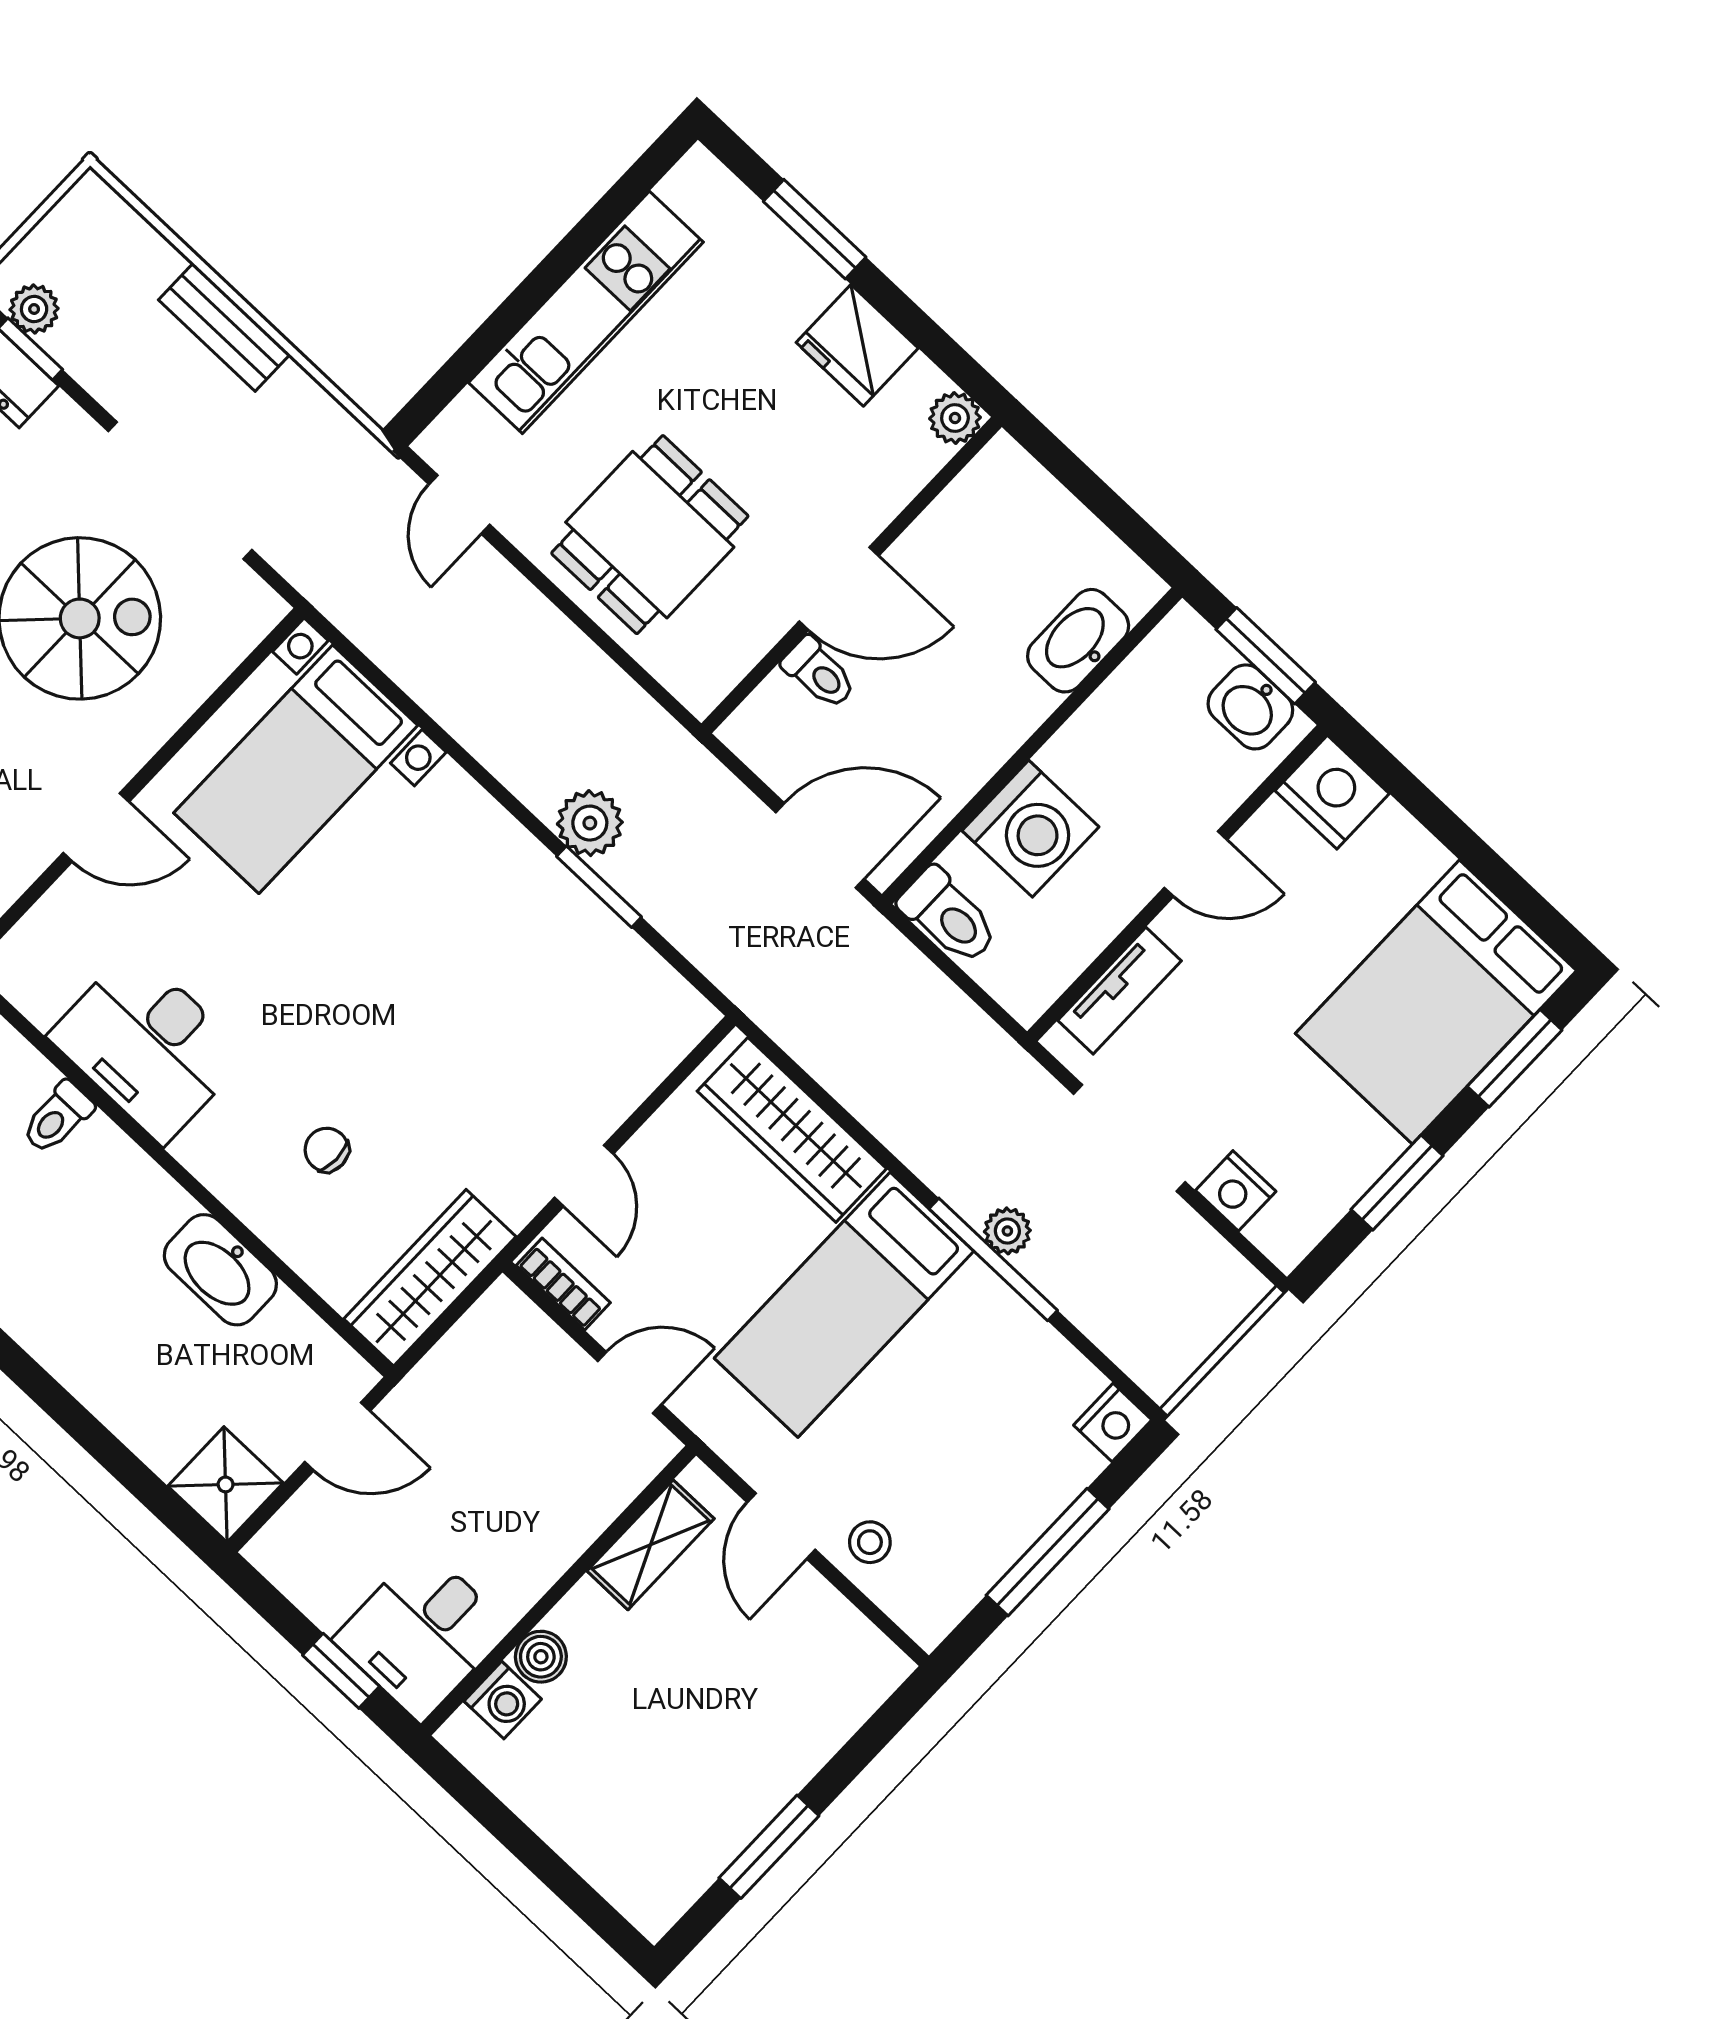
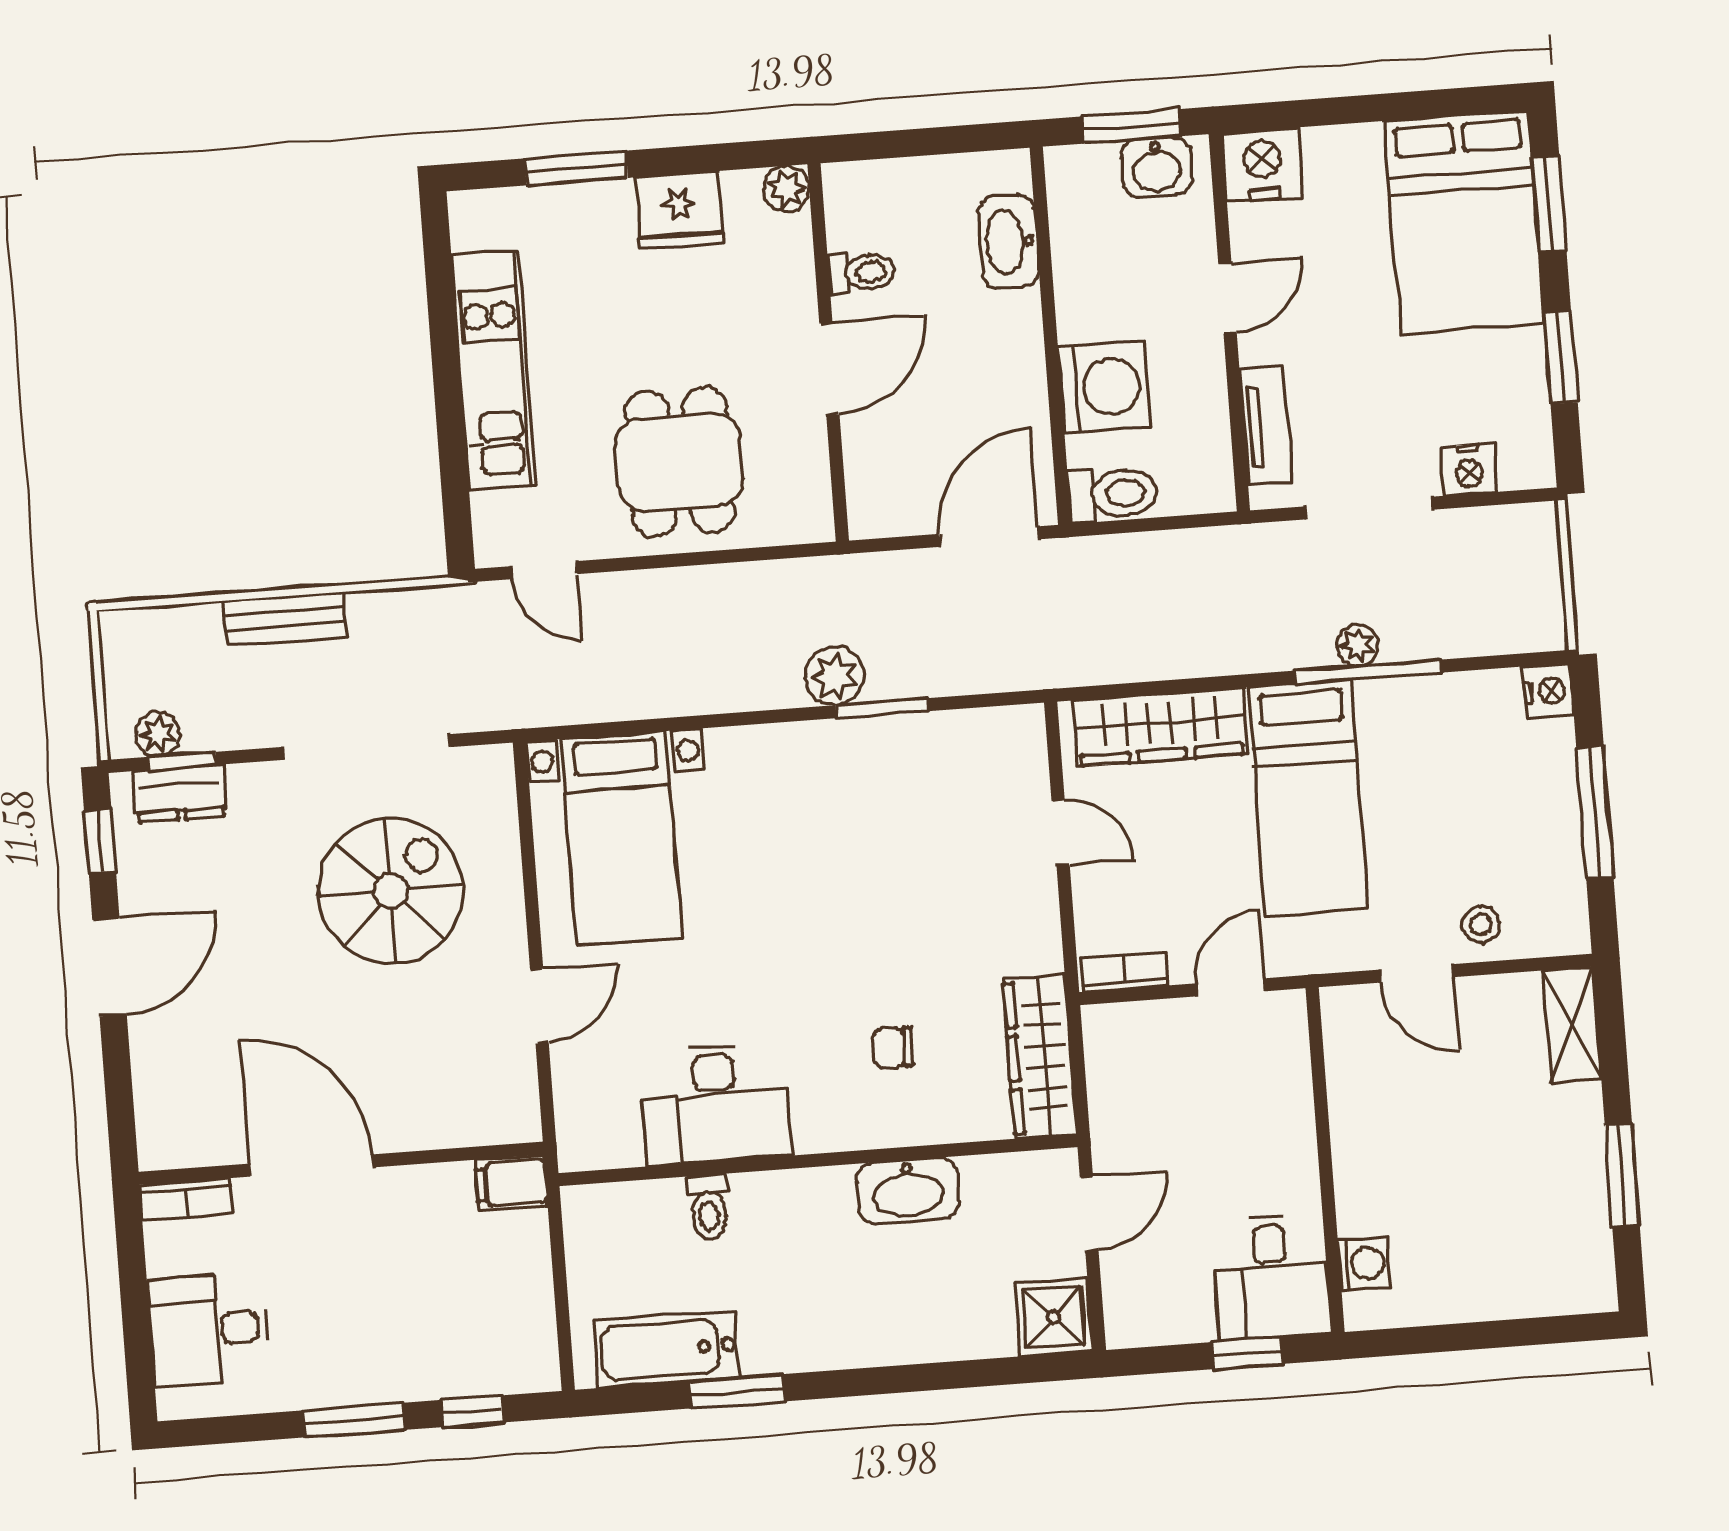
toilet: (819, 673) -> (861, 273), moved
door: (584, 1176) -> (1061, 833), moved
shelving: (651, 1545) -> (1572, 1025), moved
boiler: (541, 1657) -> (1358, 1212), removed

